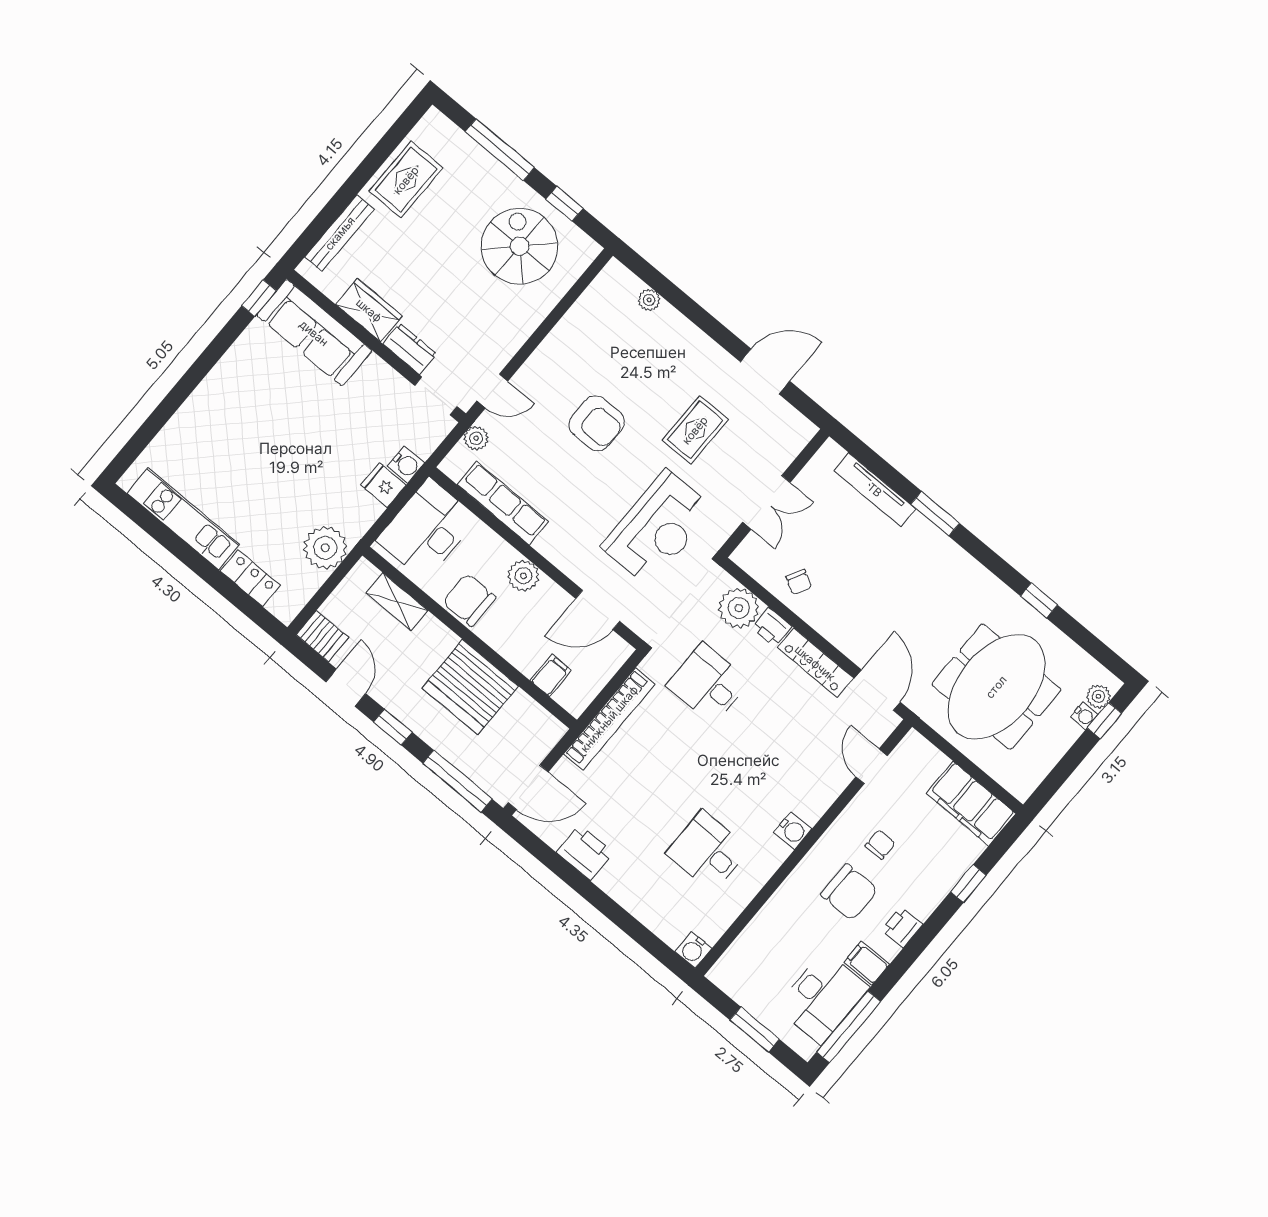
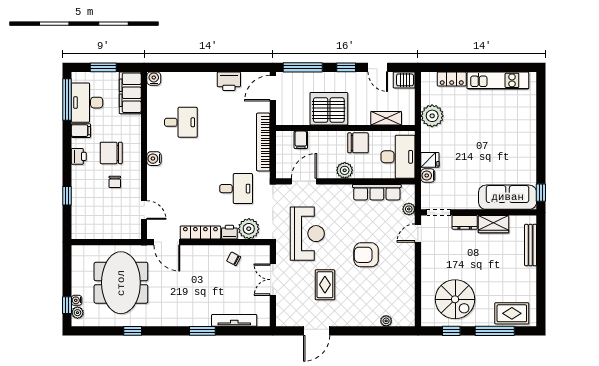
rug: (406, 180) -> (512, 313), moved, turned 90
reception desk: (658, 528) -> (307, 234), turned 180
filing cabinet: (971, 803) -> (130, 93), moved, turned -90

